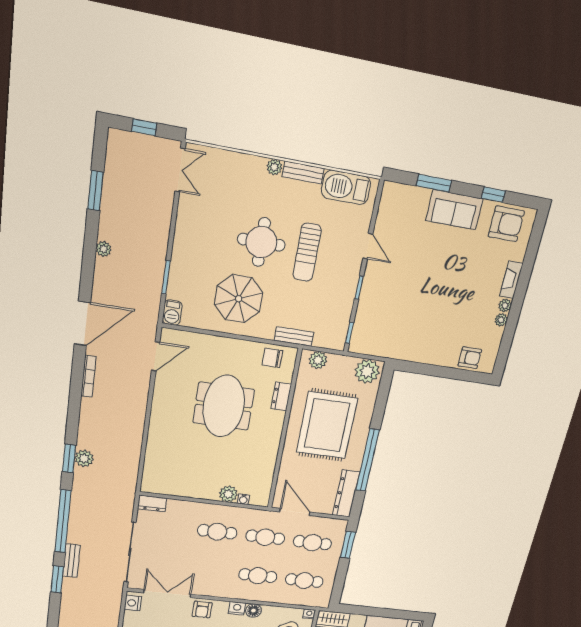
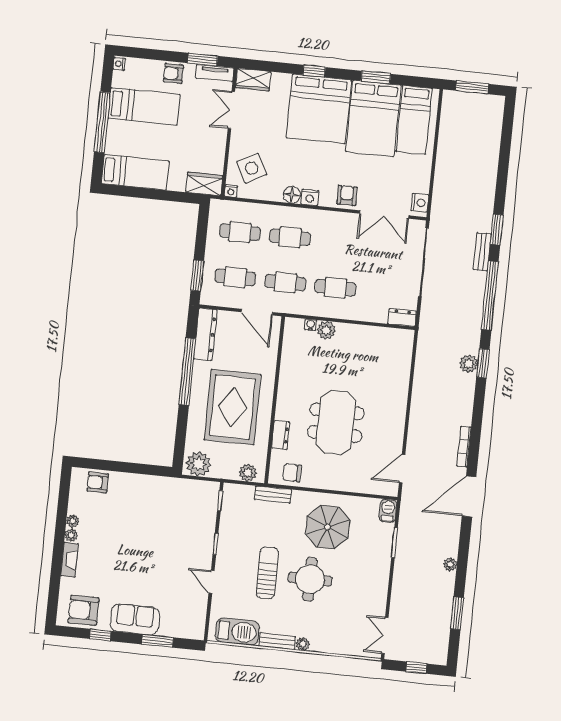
chair: (272, 358) -> (292, 473), turned 180

